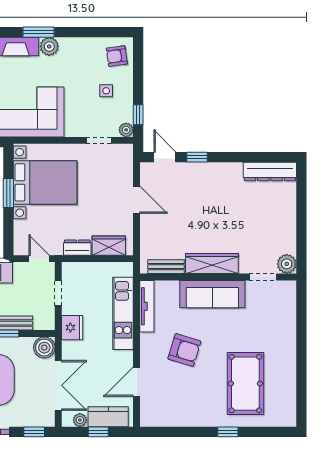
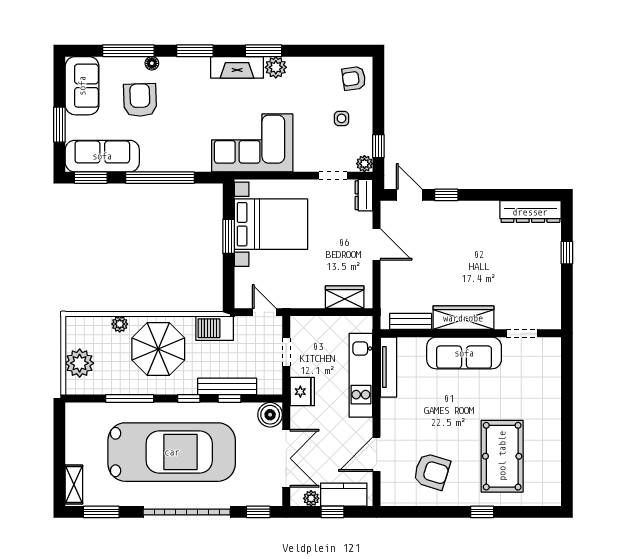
window: (301, 207) -> (567, 253), added
dresser: (77, 248) -> (364, 195), moved, turned -90
plant: (287, 264) -> (550, 318), removed
armchair: (184, 350) -> (432, 471), moved

